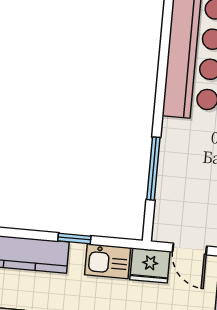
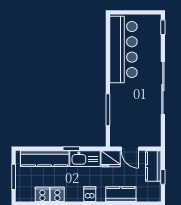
kitchen sink: (108, 261) -> (85, 159), width x1.38

